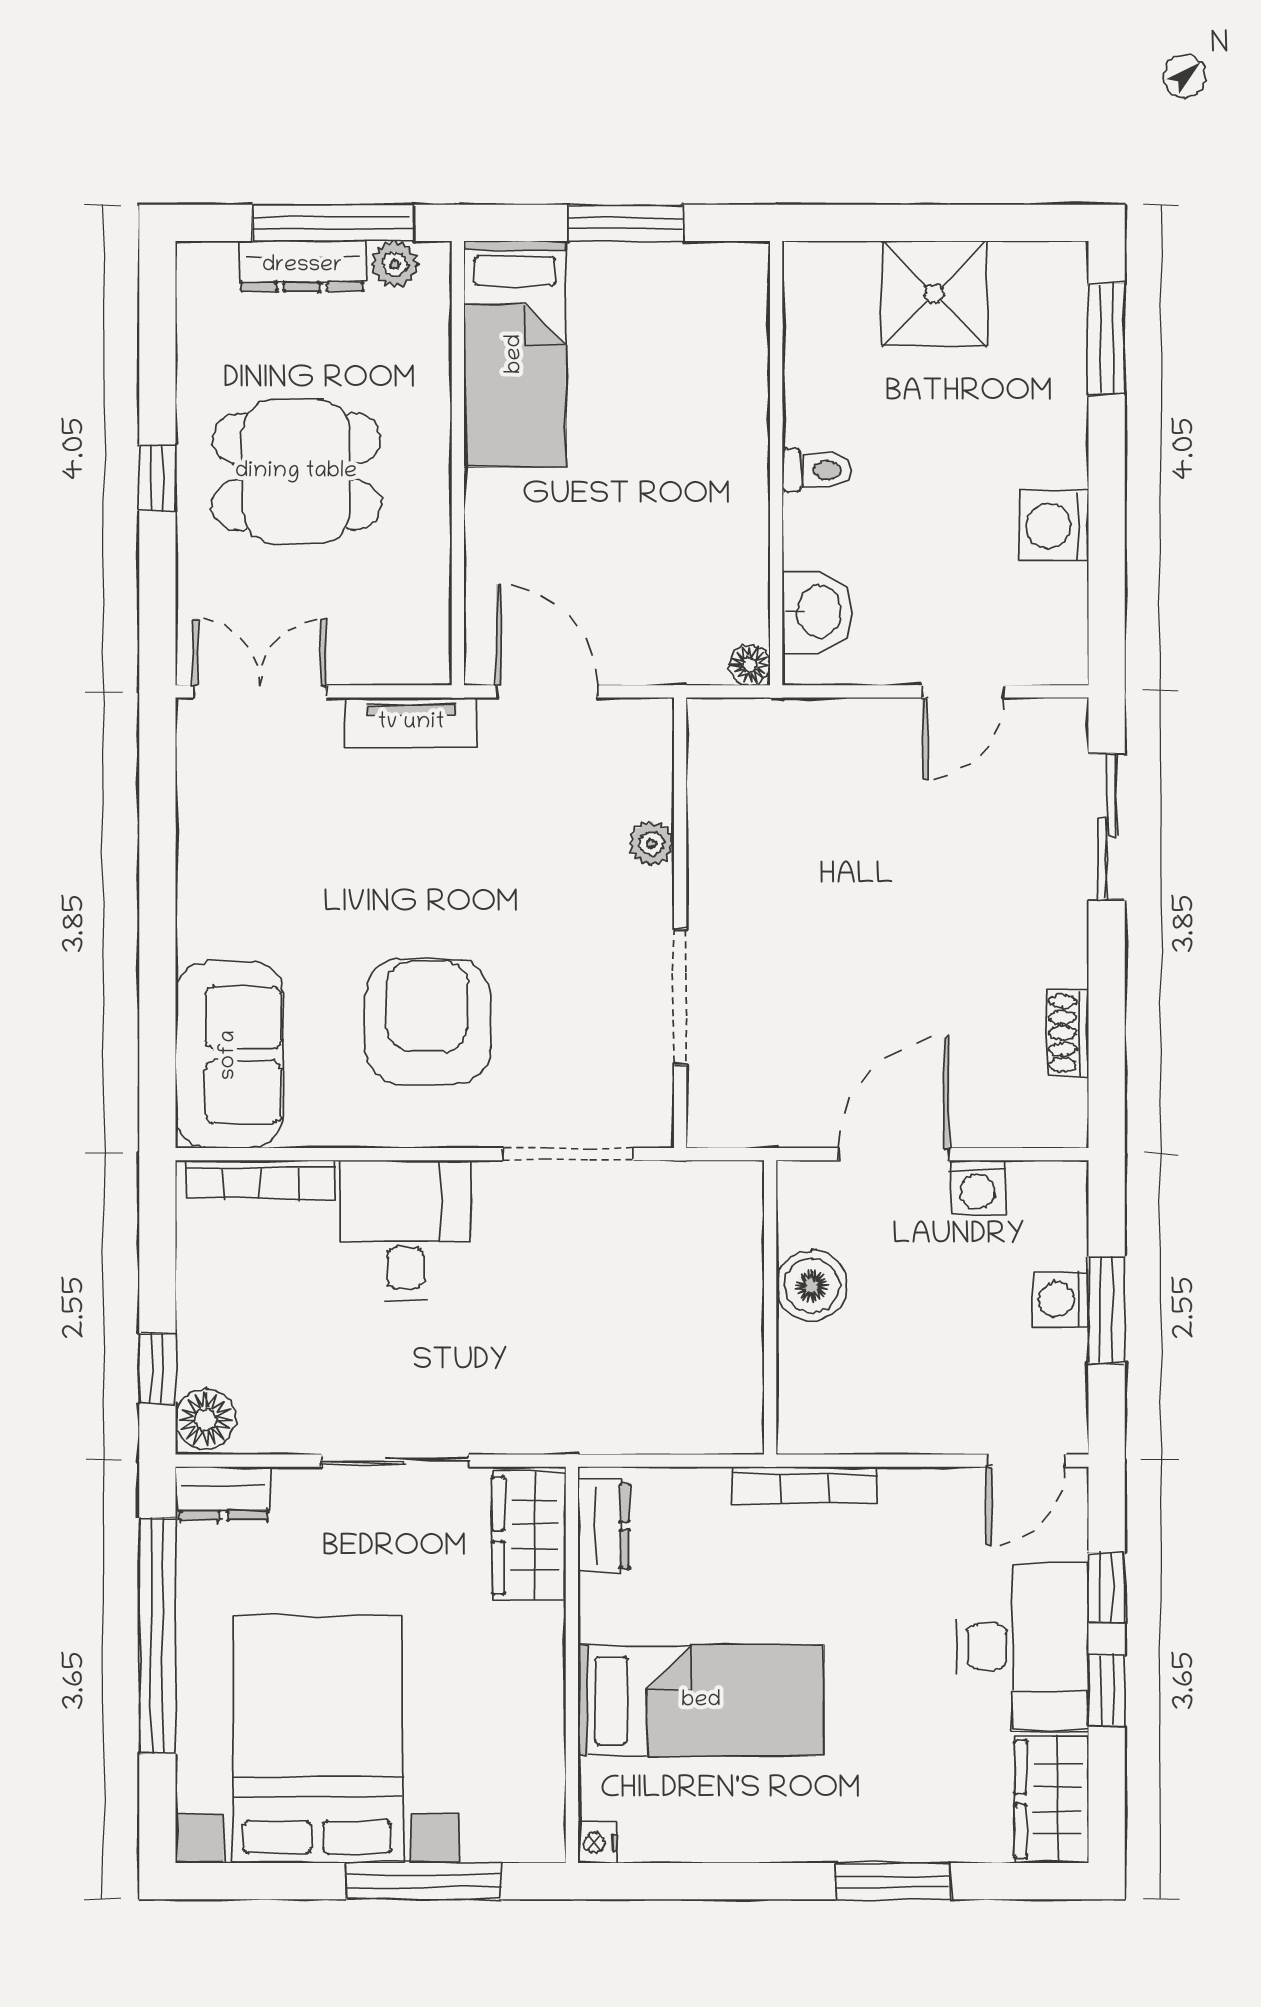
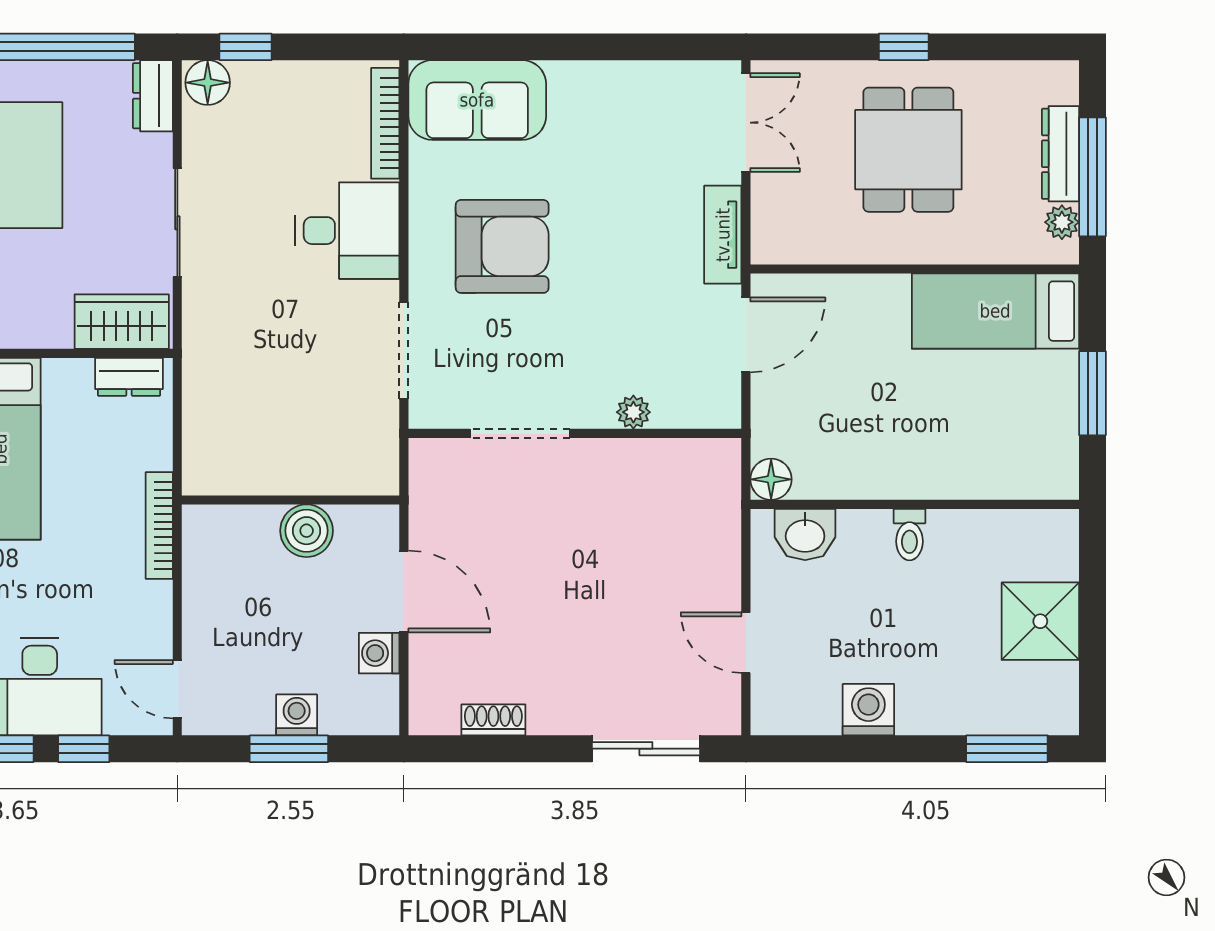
floor lamp: (750, 665) -> (771, 479), width x1.37, depth x1.37

